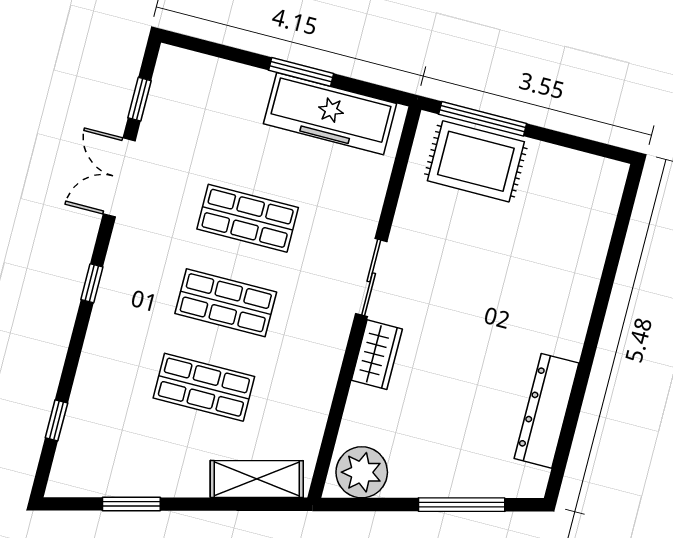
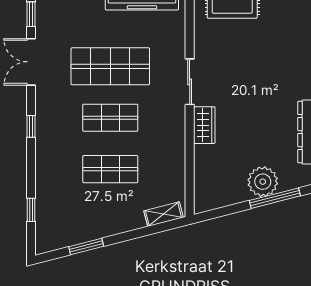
shop shelf: (248, 218) -> (110, 66), width x1.43, depth x1.36
plant: (362, 472) -> (263, 182), moved
shelving: (257, 479) -> (164, 214), width x0.67, depth x0.75

